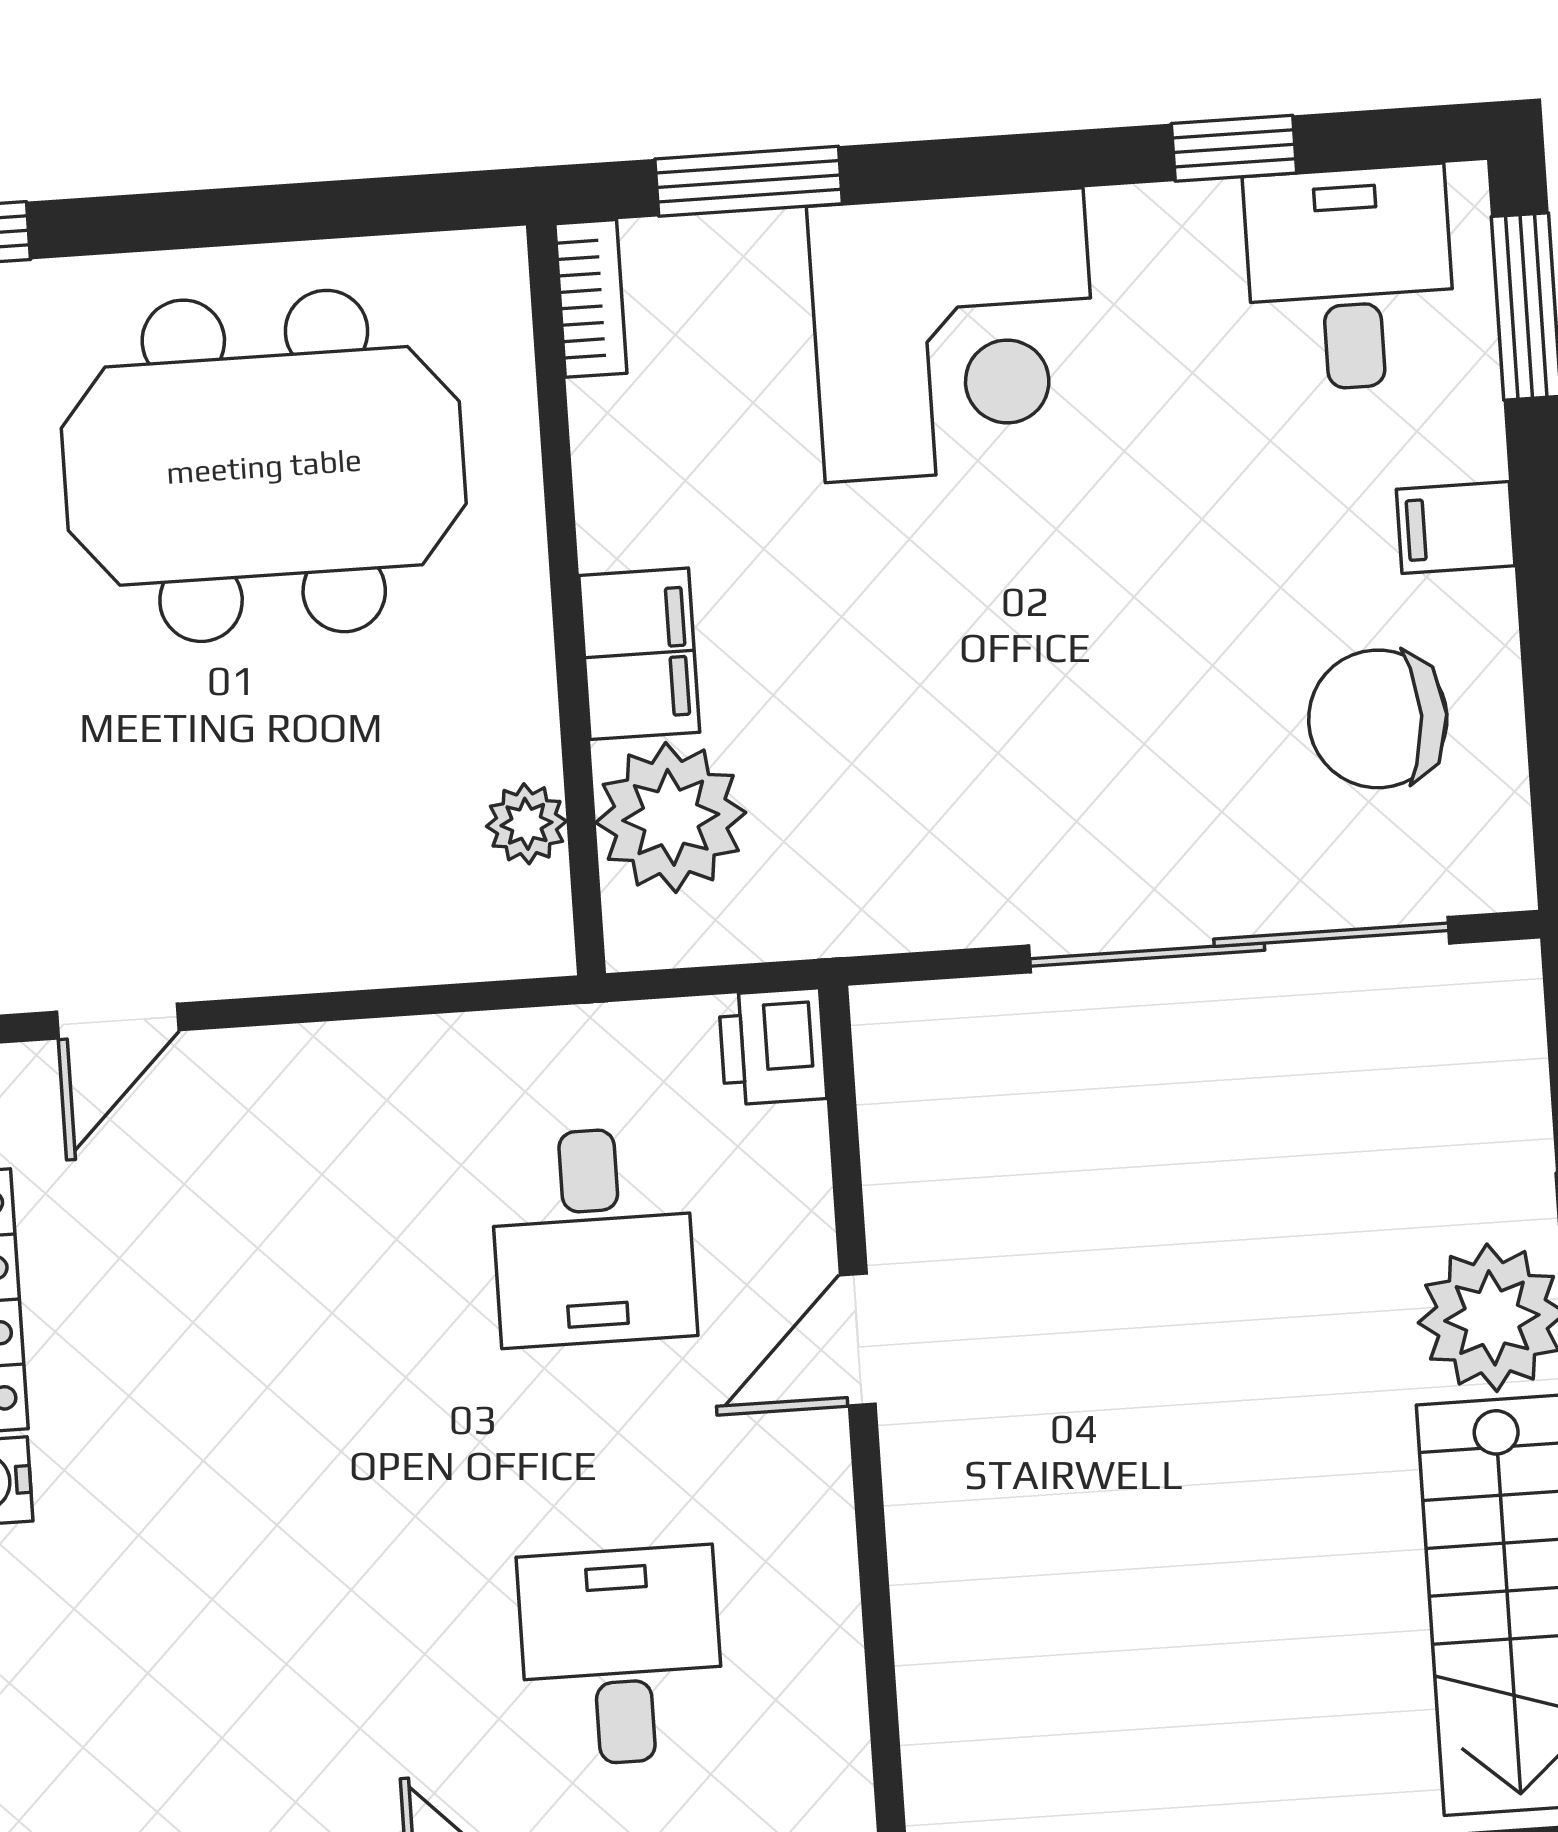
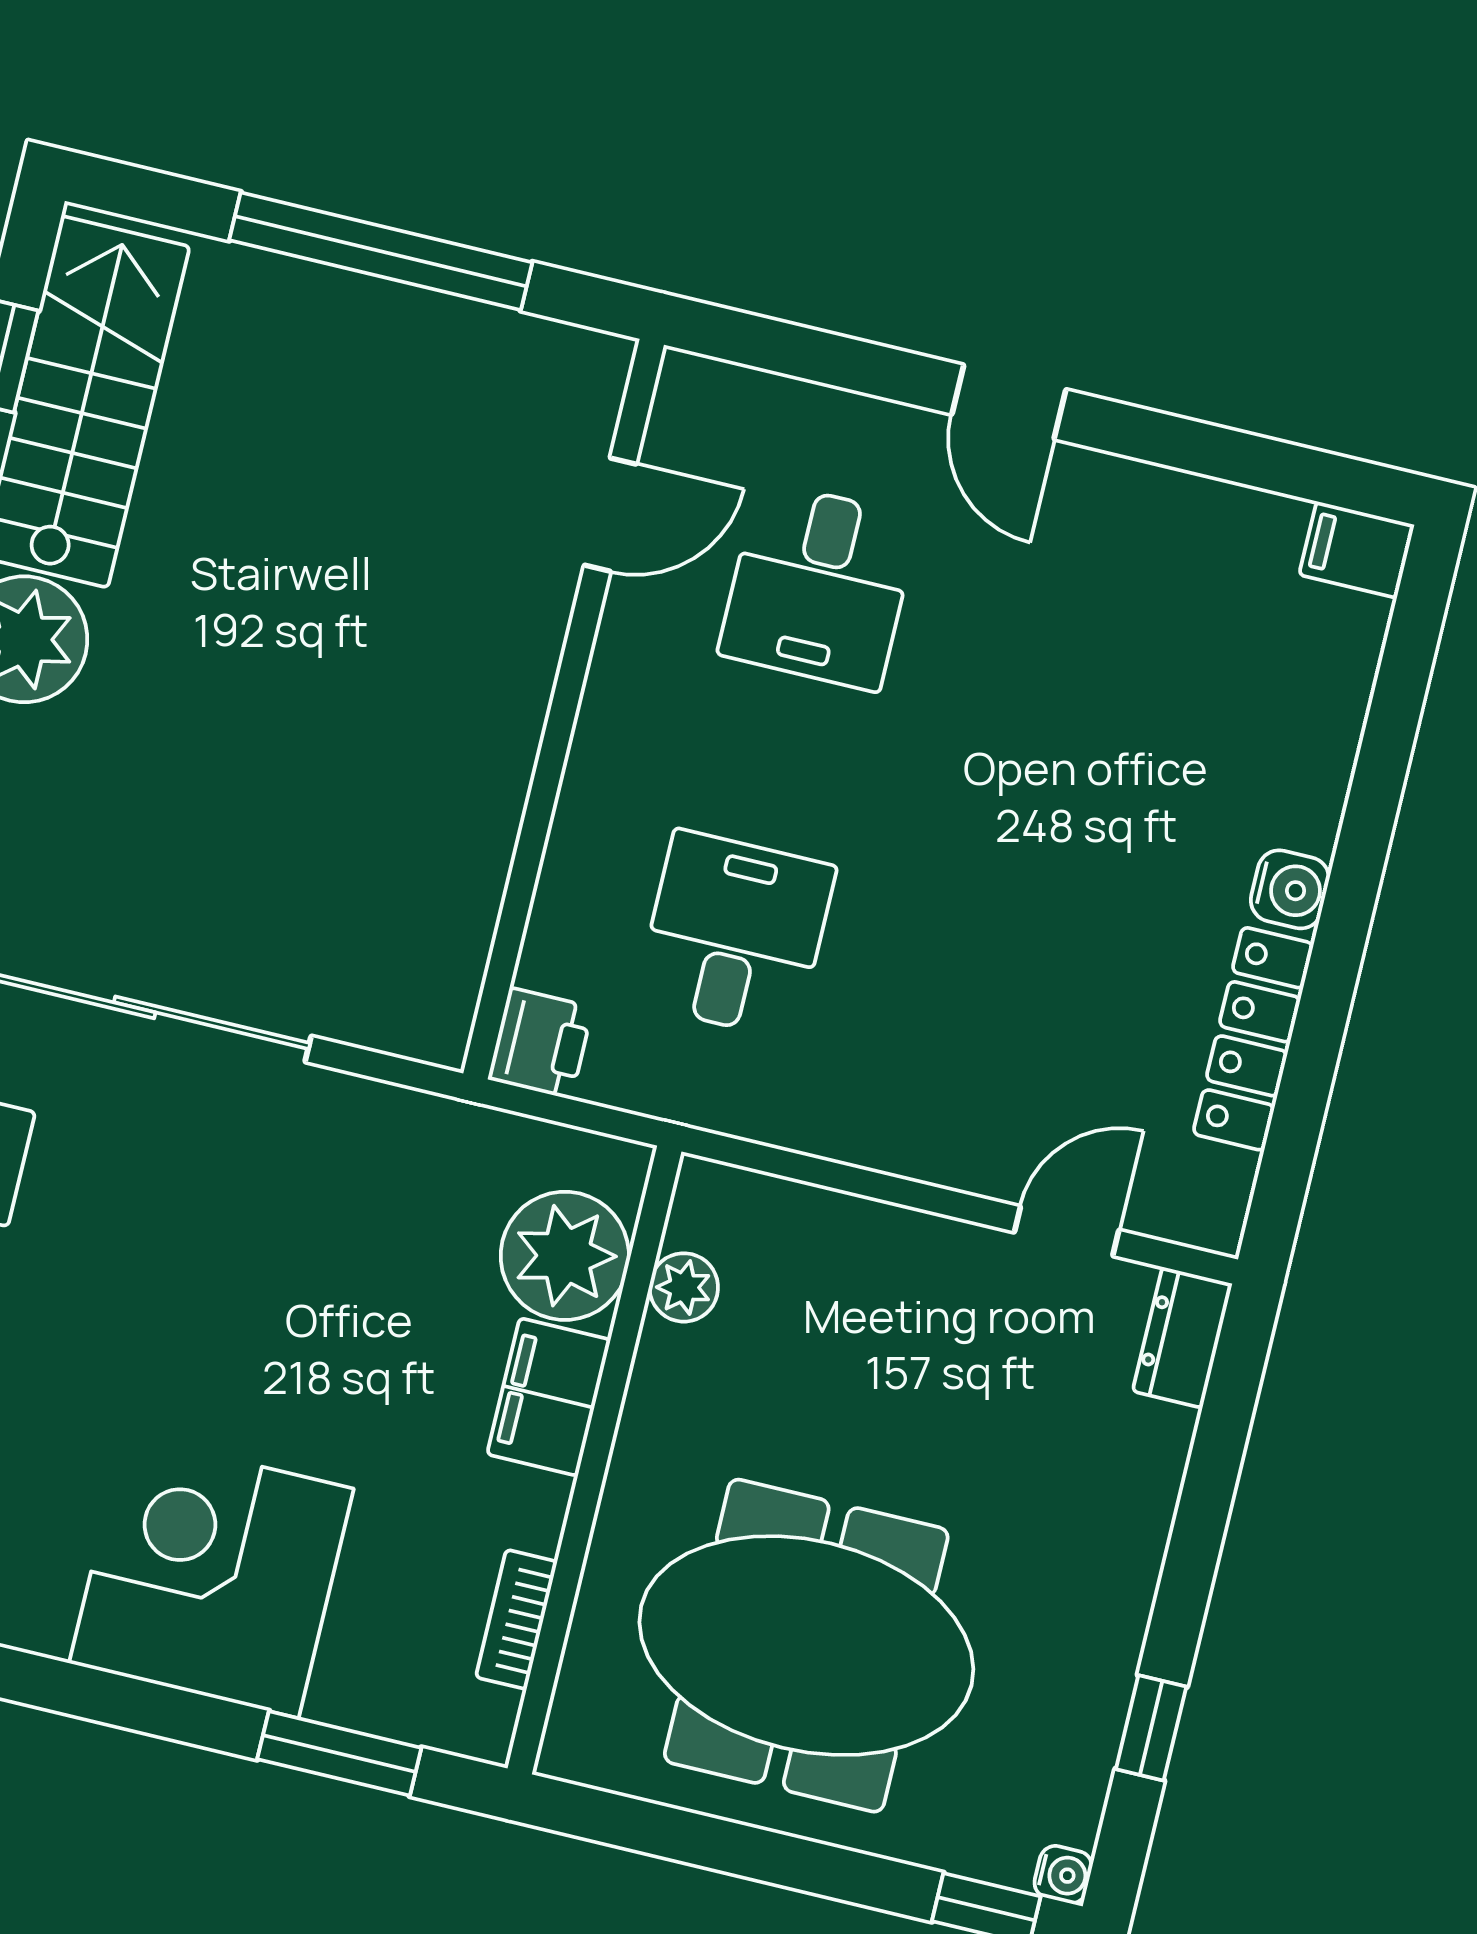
bookcase: (591, 298) -> (516, 1619), moved
door: (858, 1340) -> (610, 515), moved

